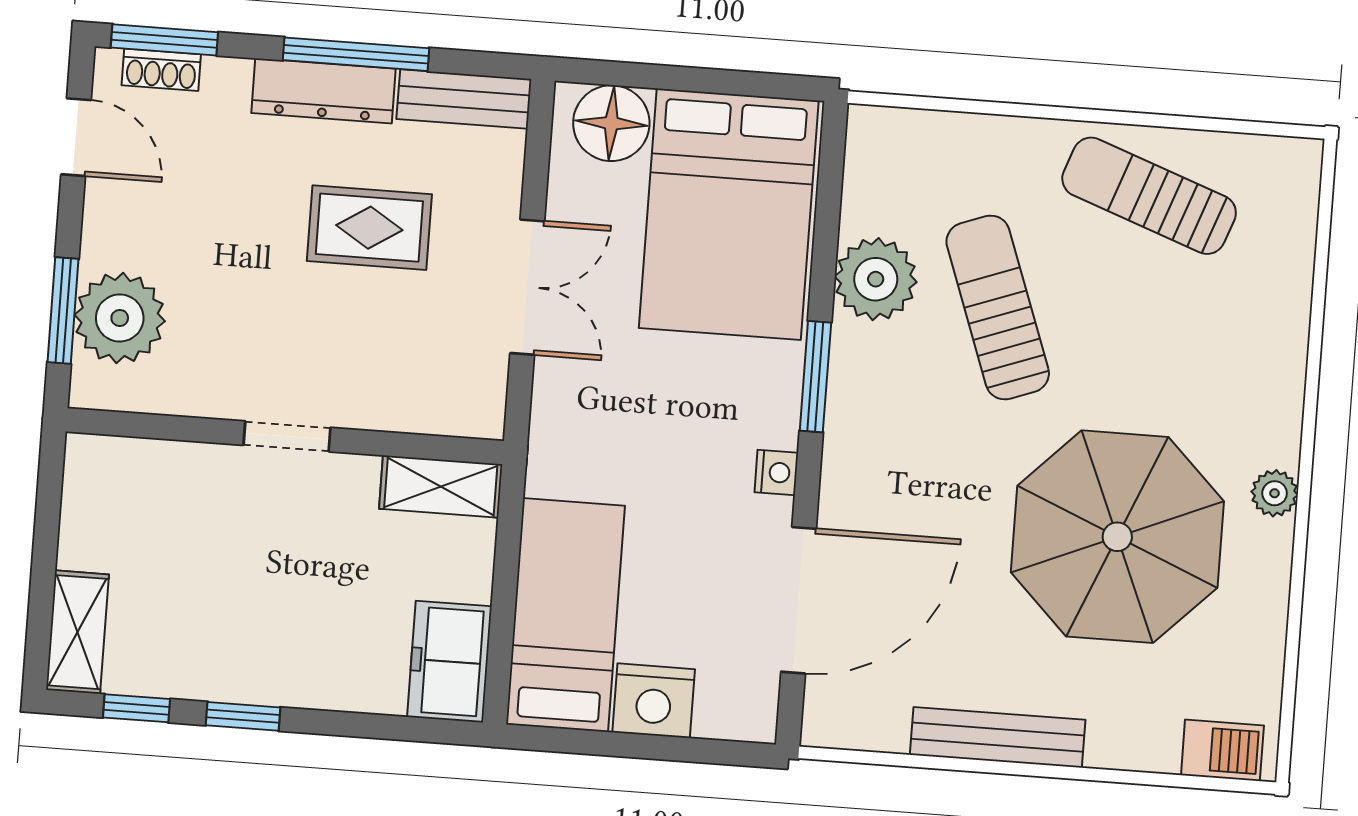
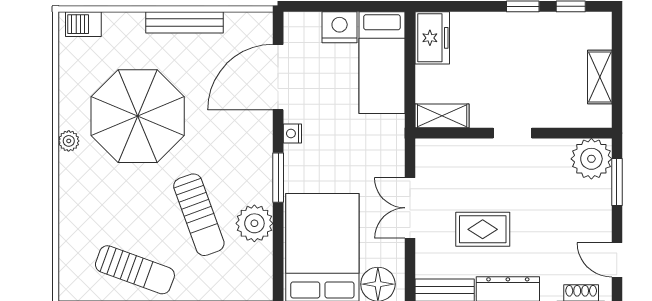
plant: (120, 318) -> (591, 159), moved
shelving: (78, 632) -> (600, 77), moved

